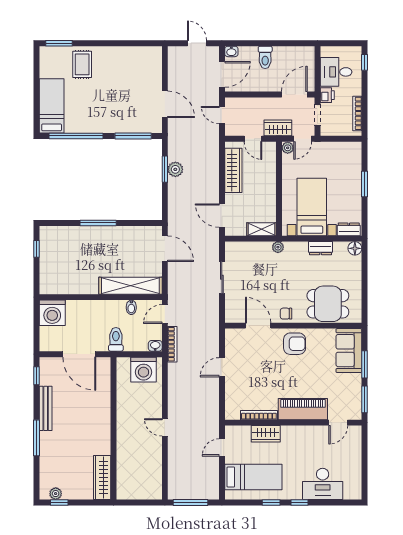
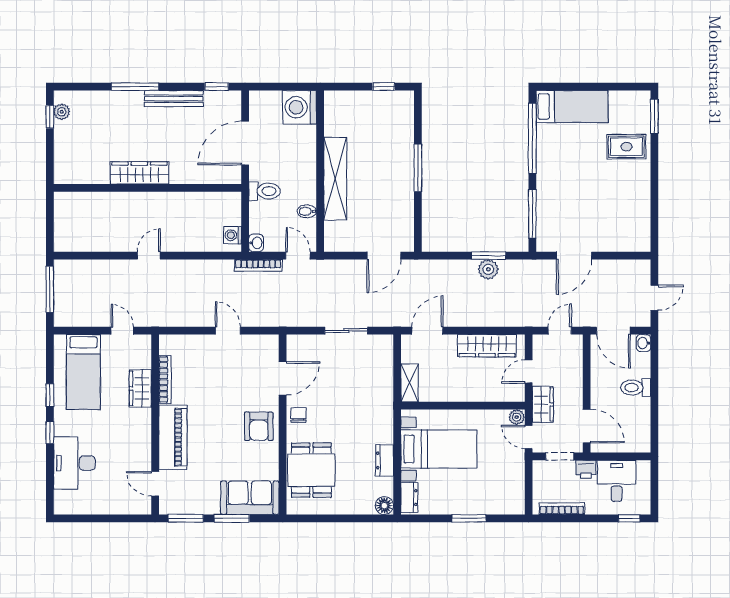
plant: (278, 247) -> (386, 404), removed
shelving: (130, 286) -> (335, 178), moved
washing machine: (144, 370) -> (233, 235), width x0.53, depth x0.53
wardrobe: (102, 477) -> (139, 173), moved

